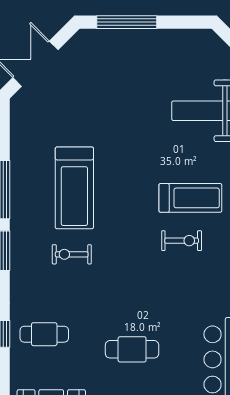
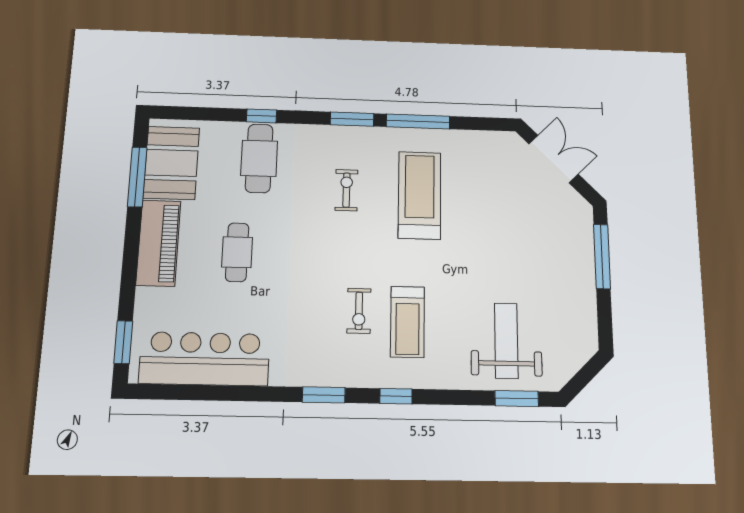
treadmill: (74, 188) -> (420, 195), turned 90
cafe table: (44, 334) -> (259, 158), width x1.37, depth x1.35

